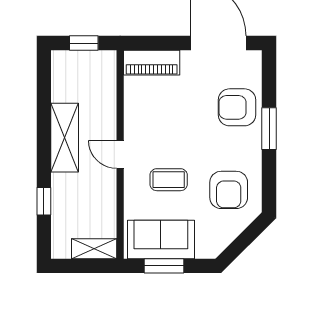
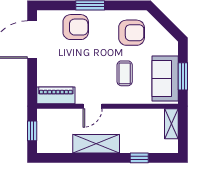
piano: (152, 63) -> (56, 95), moved, turned -90
armchair: (237, 107) -> (76, 27), turned -90
door: (120, 154) -> (93, 106), moved

